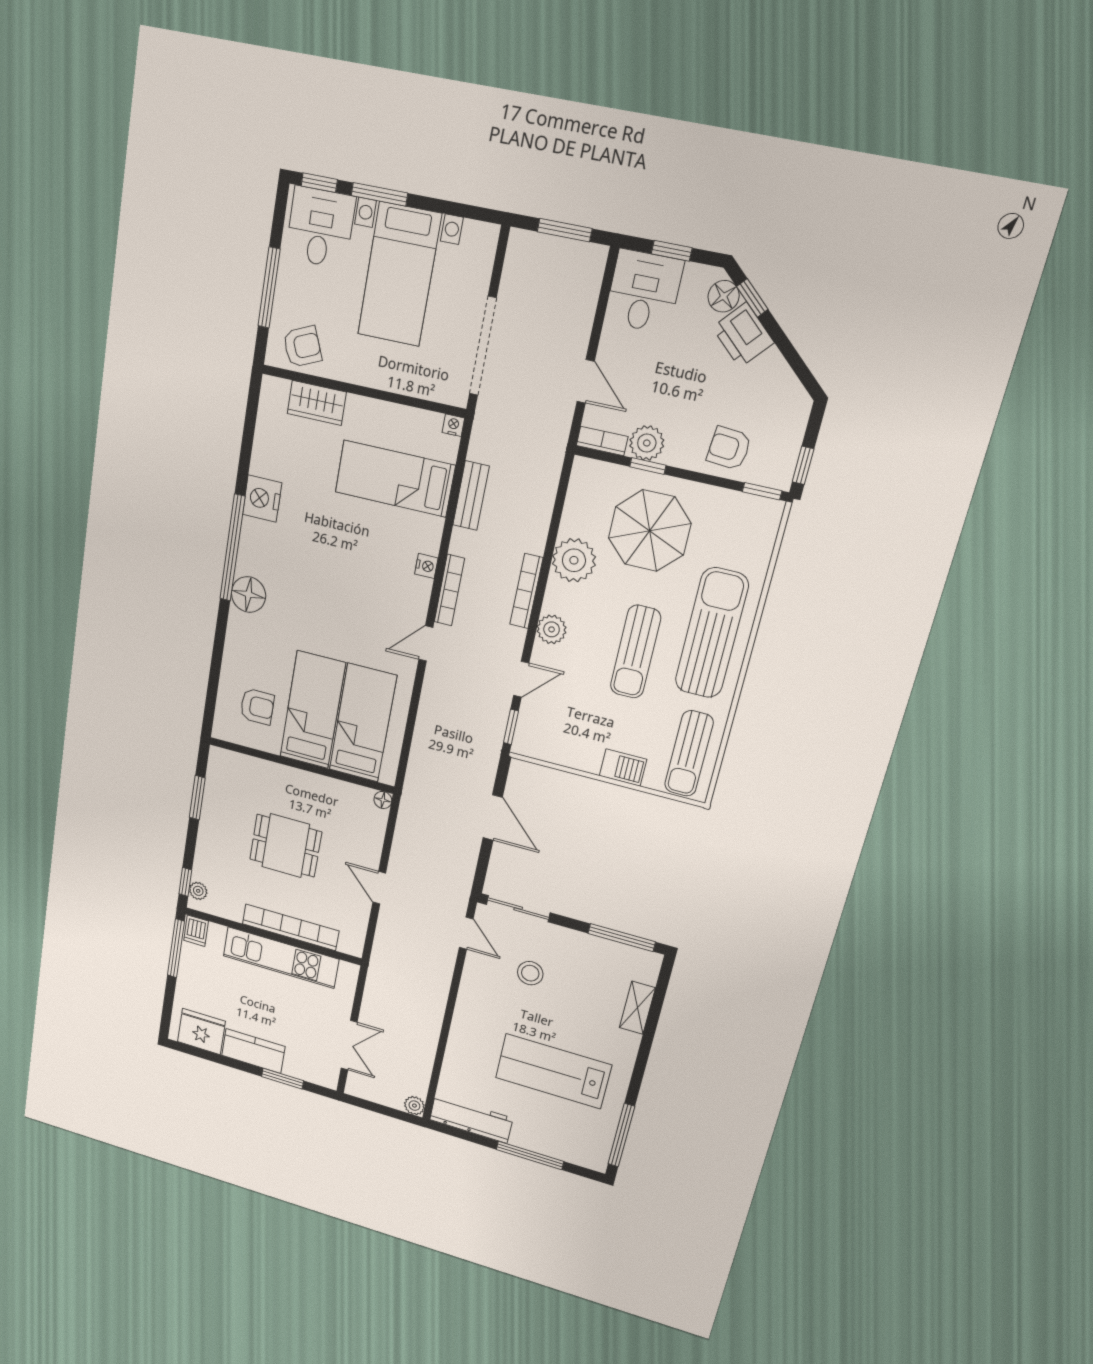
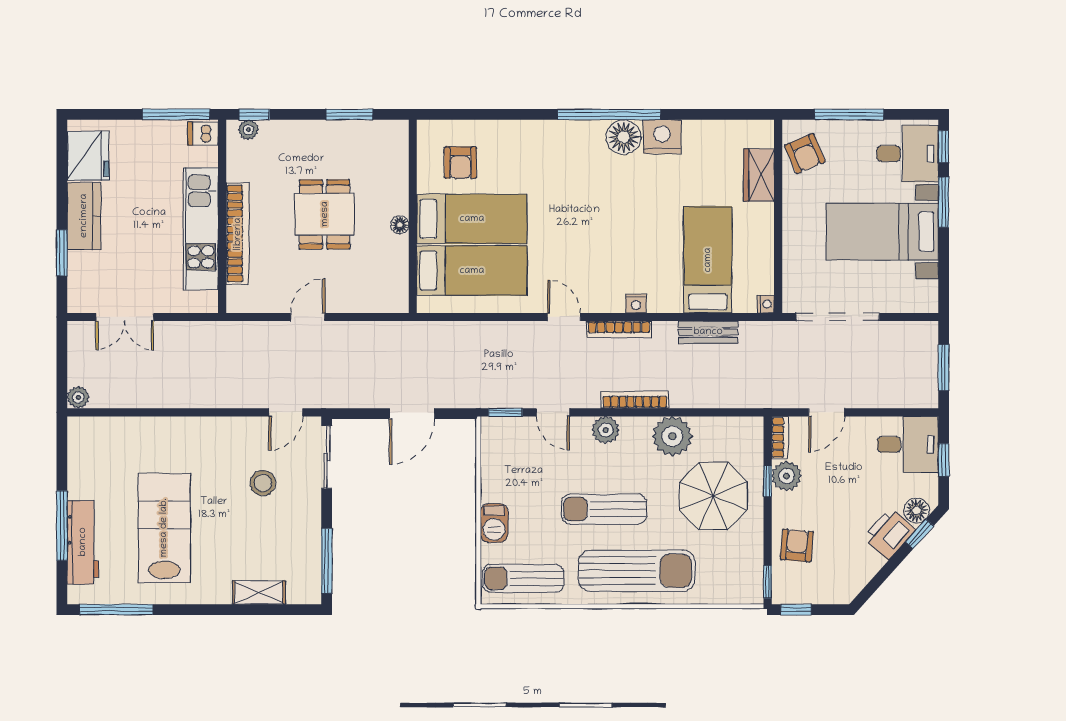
floor lamp: (248, 594) -> (624, 137), moved
floor lamp: (383, 800) -> (400, 225), moved
workbench: (471, 1119) -> (83, 542), moved

